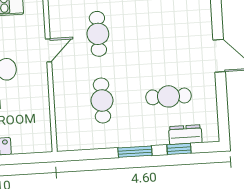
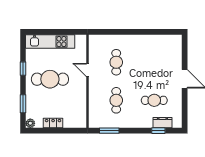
door: (49, 50) -> (88, 70), swing flipped
window: (135, 152) -> (109, 131), moved

